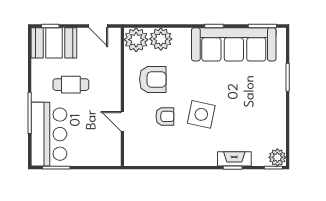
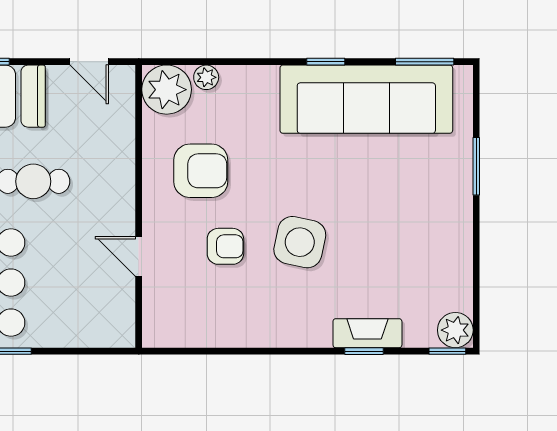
plant: (161, 39) -> (206, 77), width x0.53, depth x0.53

